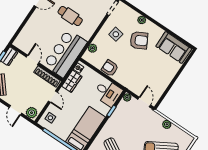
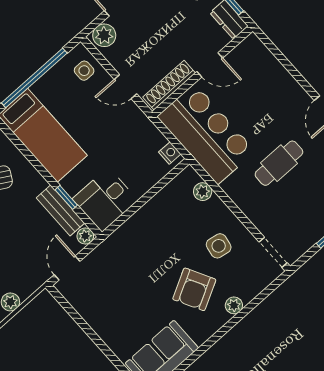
armchair: (110, 68) -> (153, 216), removed
wardrobe: (72, 81) -> (146, 133), removed
door: (144, 102) -> (67, 268), swing flipped
bench: (118, 112) -> (60, 211), added

